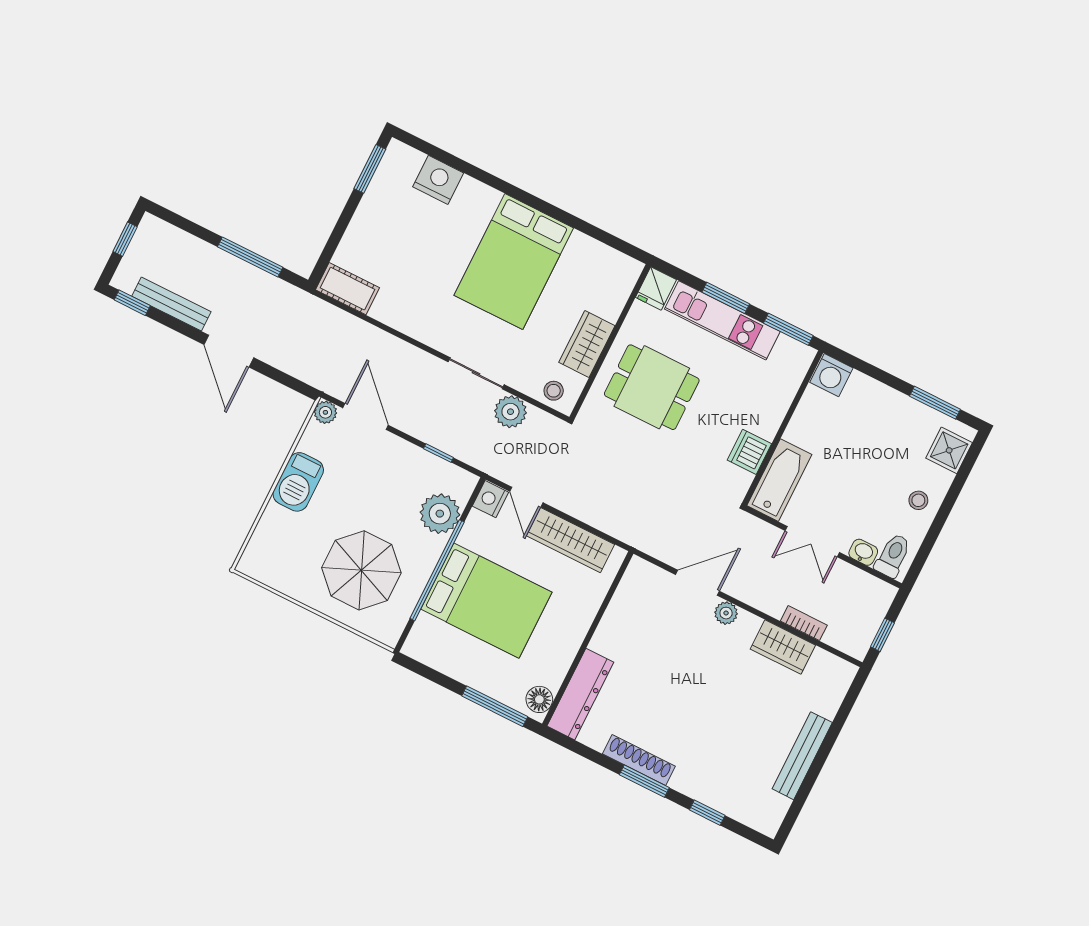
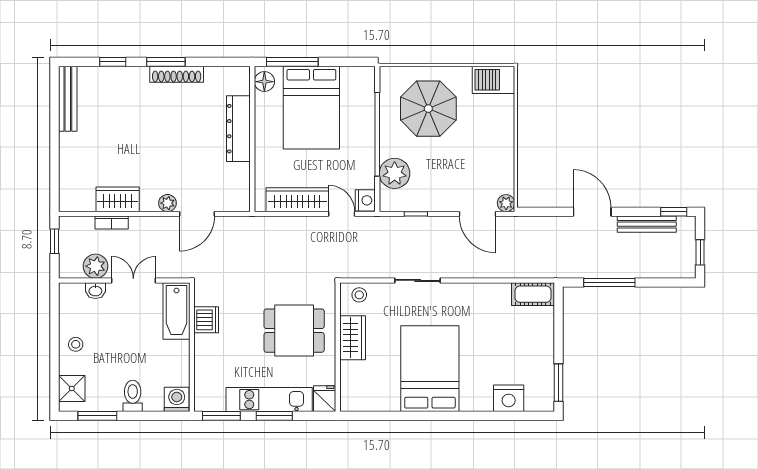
plant: (510, 412) -> (95, 266), moved
barbecue: (298, 482) -> (494, 80), moved, turned -90
toilet: (893, 556) -> (133, 396), moved, turned 180
bed: (486, 601) -> (311, 108), moved, turned -90
dresser: (580, 694) -> (238, 129), moved
bench: (802, 756) -> (68, 99), moved

